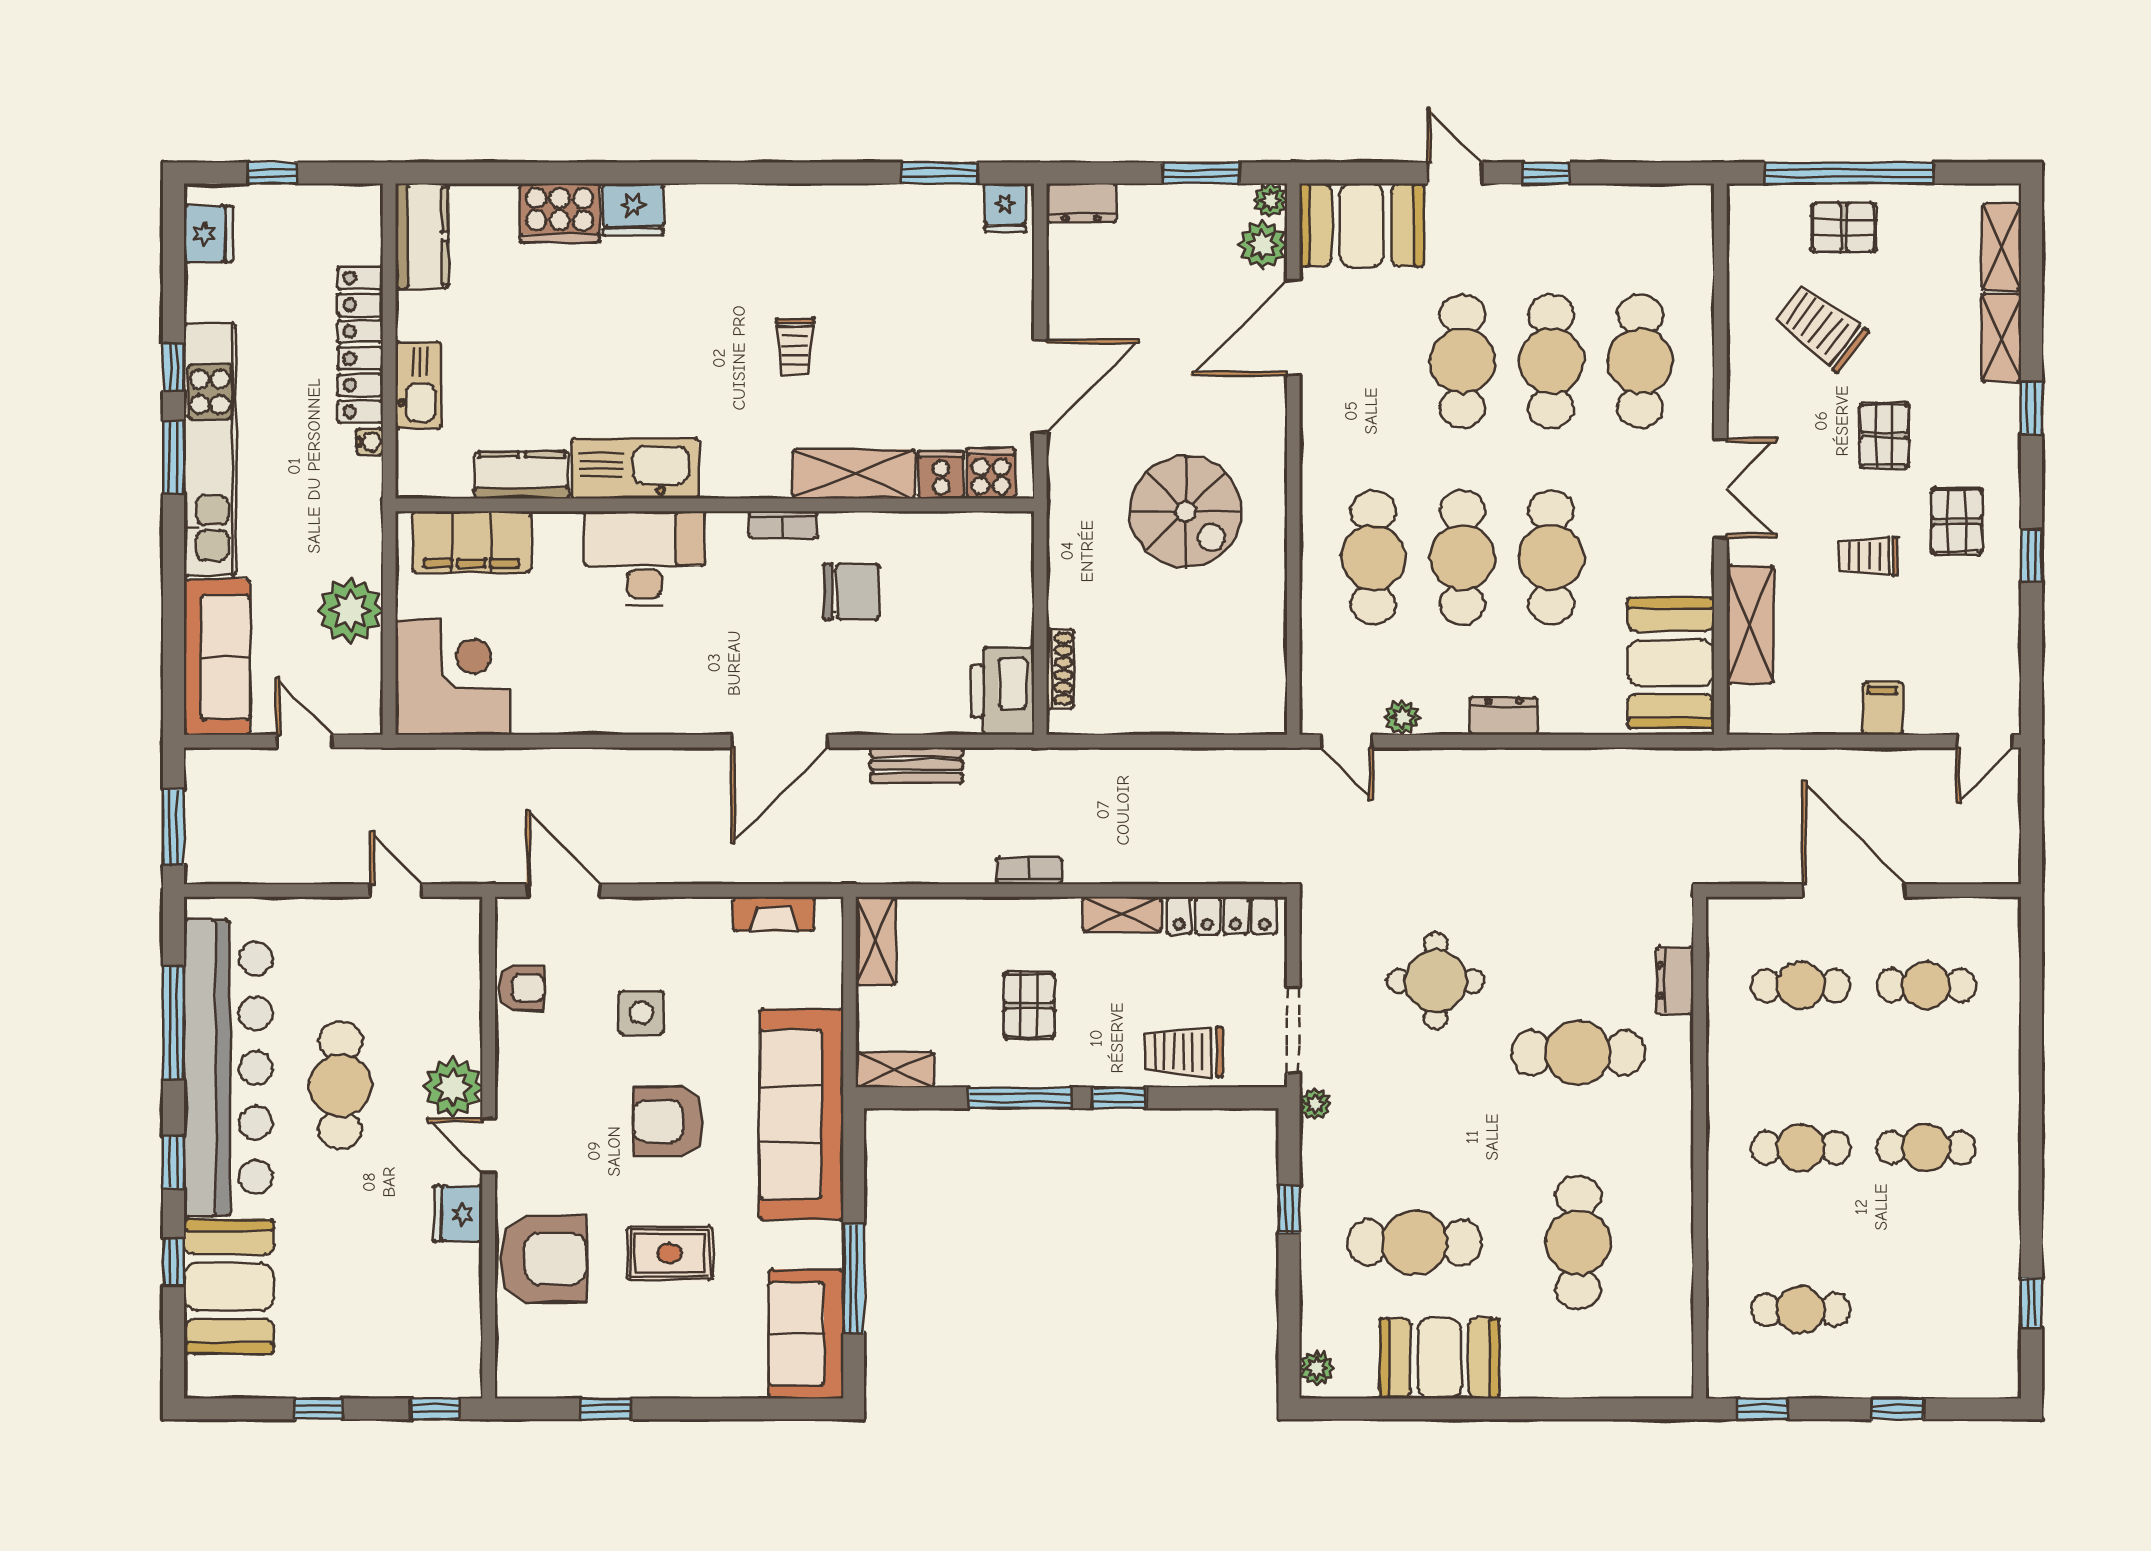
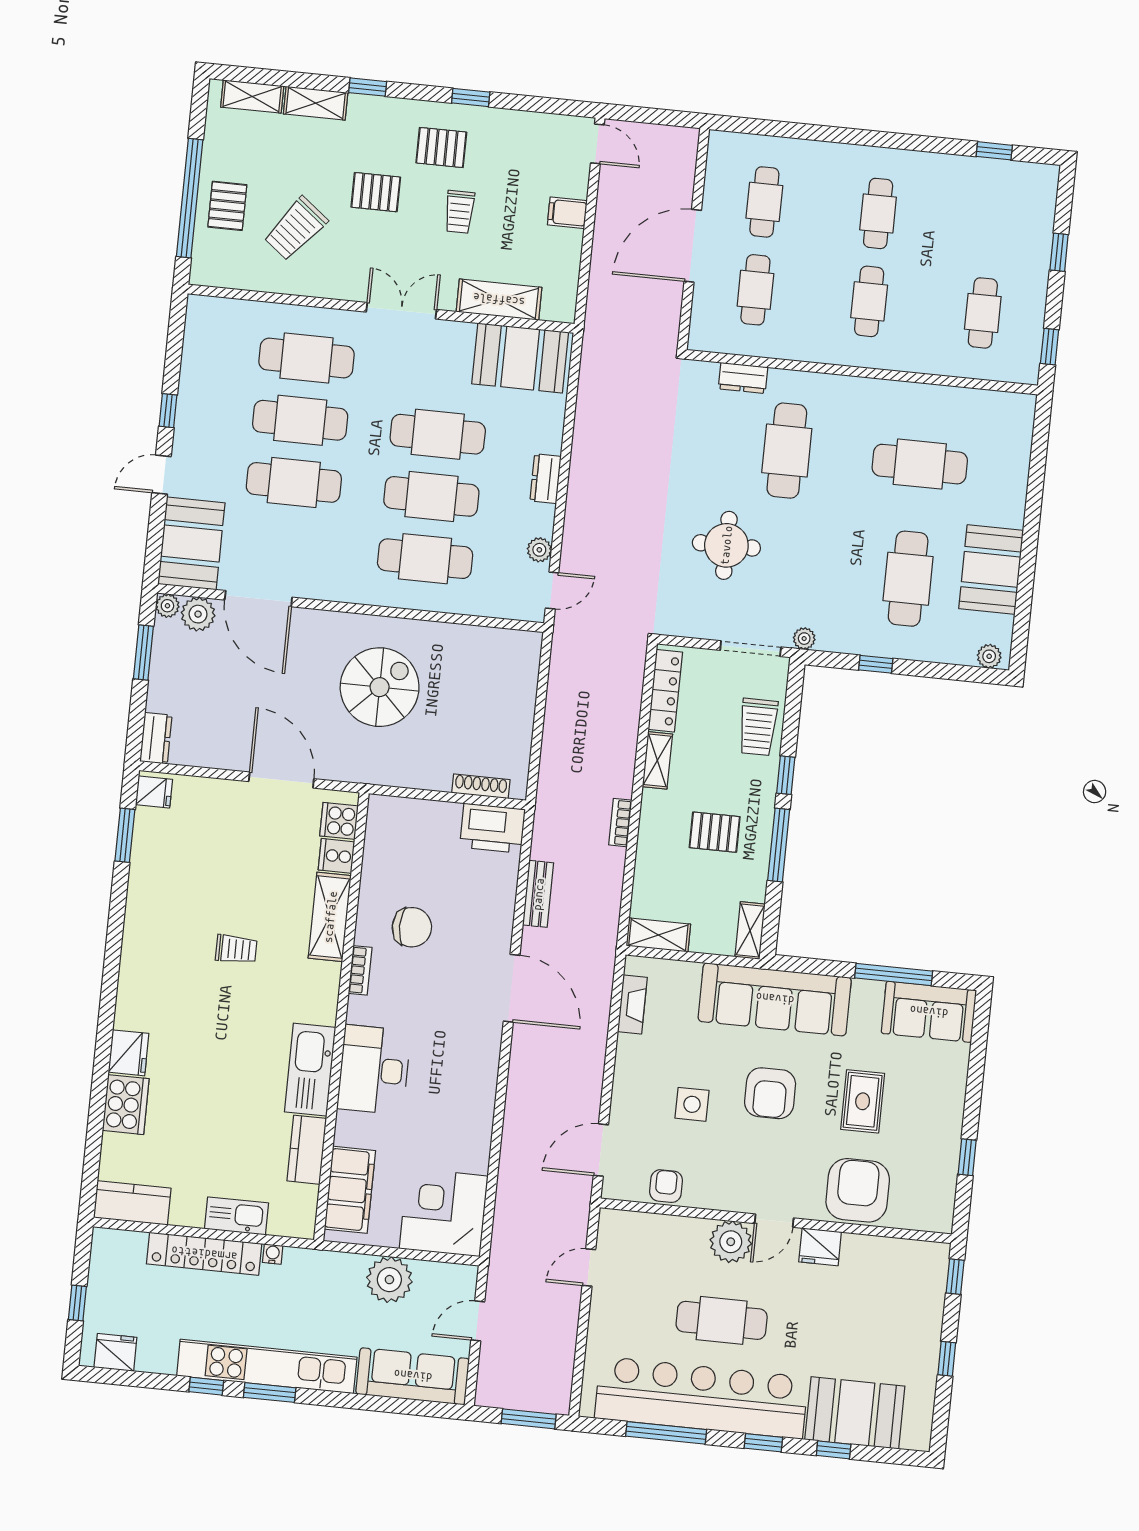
chair: (851, 592) -> (412, 927), turned 90

